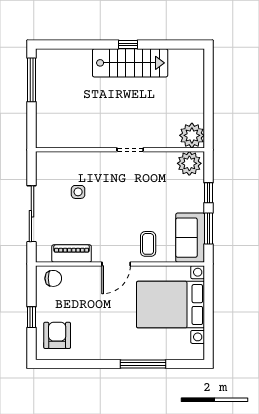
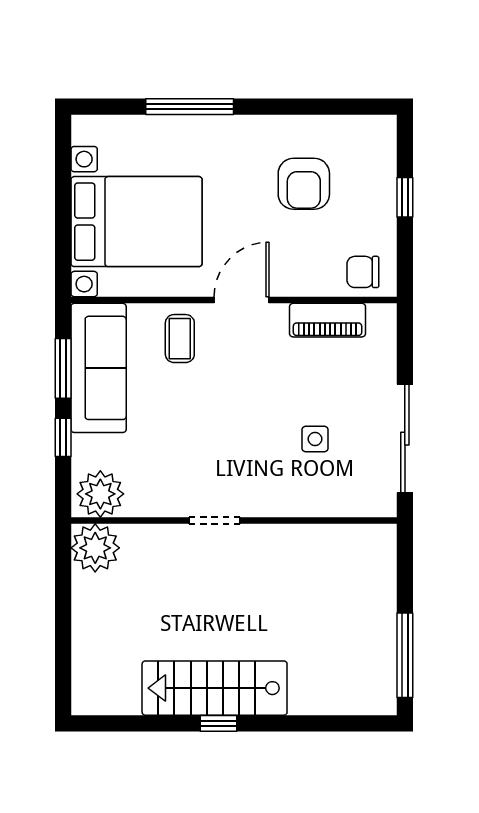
sliding door: (31, 214) -> (405, 439), moved
sofa: (190, 238) -> (99, 368), width x1.36
armchair: (57, 335) -> (304, 184), moved

